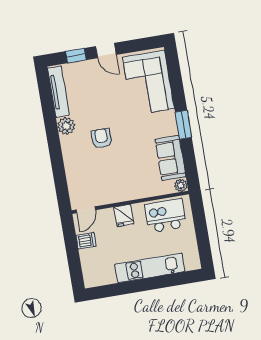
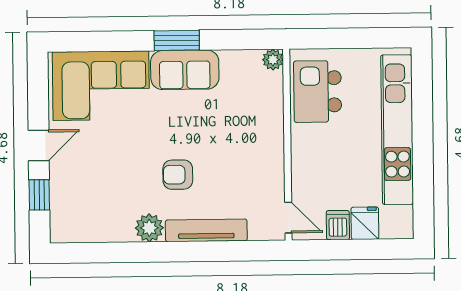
tv unit: (58, 92) -> (206, 230), moved
sofa: (170, 158) -> (185, 70), moved
fridge: (124, 215) -> (365, 223), moved, turned -90
kitchen unit: (150, 268) -> (397, 130), width x1.36

